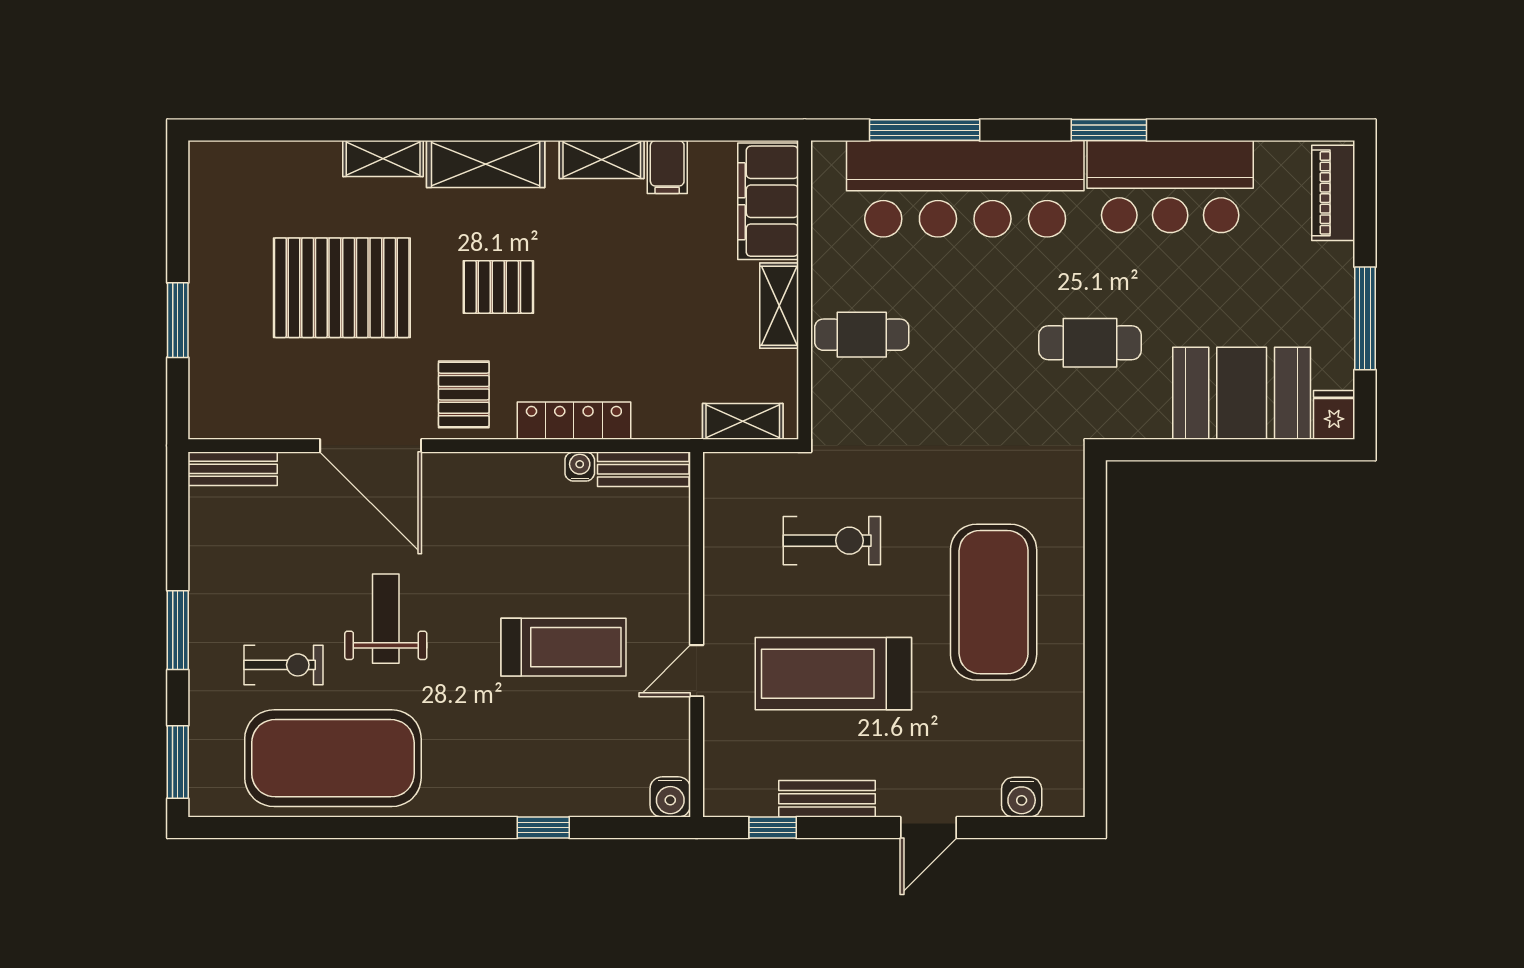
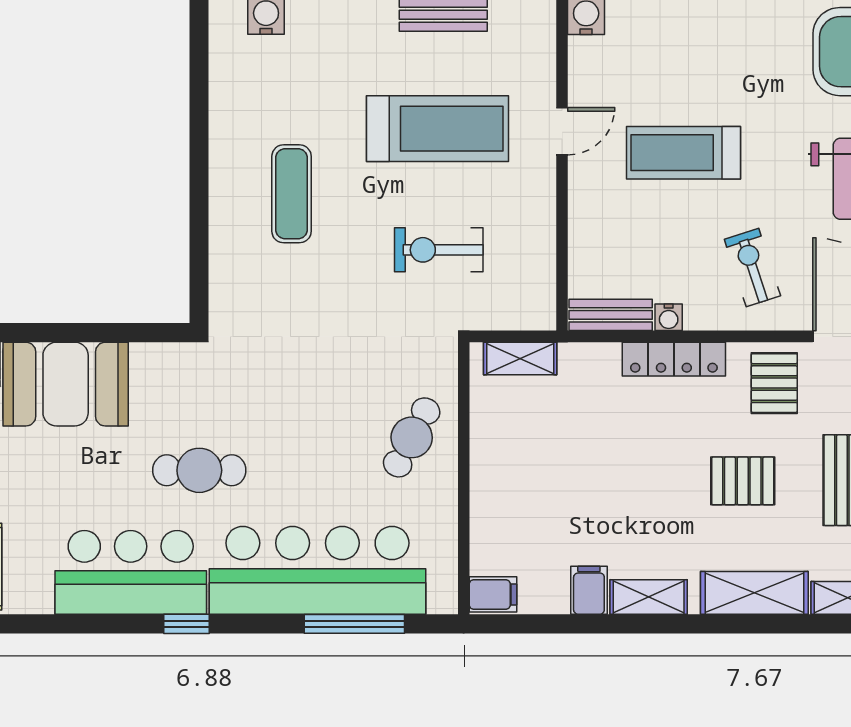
window: (1109, 130) -> (186, 624), width x0.67
filing cabinet: (768, 201) -> (493, 594), width x0.33, depth x0.86
shelving: (779, 306) -> (487, 464), removed
cafe table: (862, 335) -> (412, 437), turned -62
cafe table: (1090, 343) -> (199, 470), moved
exercise bike: (488, 521) -> (752, 268), added
exercise mat: (994, 602) -> (292, 194), width x0.50, depth x0.69

